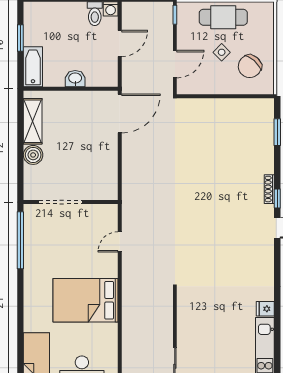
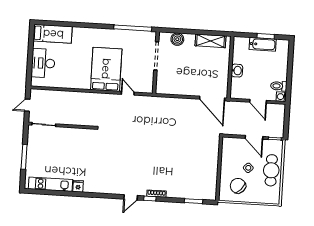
door: (175, 64) -> (254, 137), moved
bathtub: (33, 67) -> (263, 44), moved
boiler: (33, 155) -> (177, 39), moved
bed: (85, 300) -> (106, 69), moved

